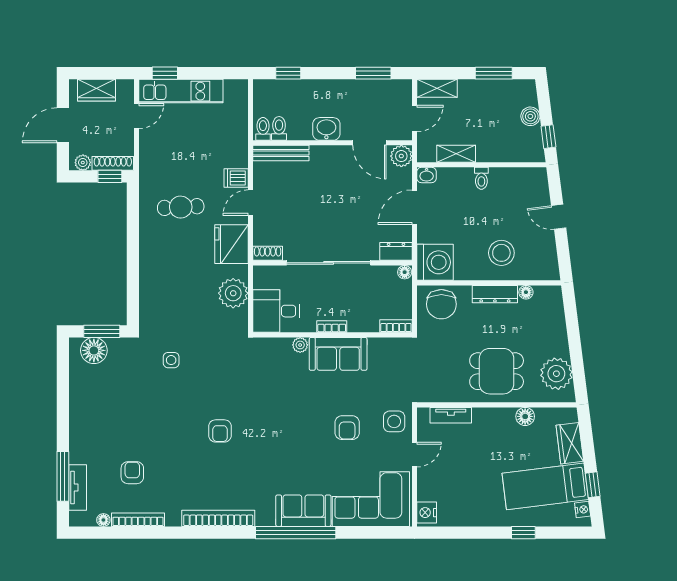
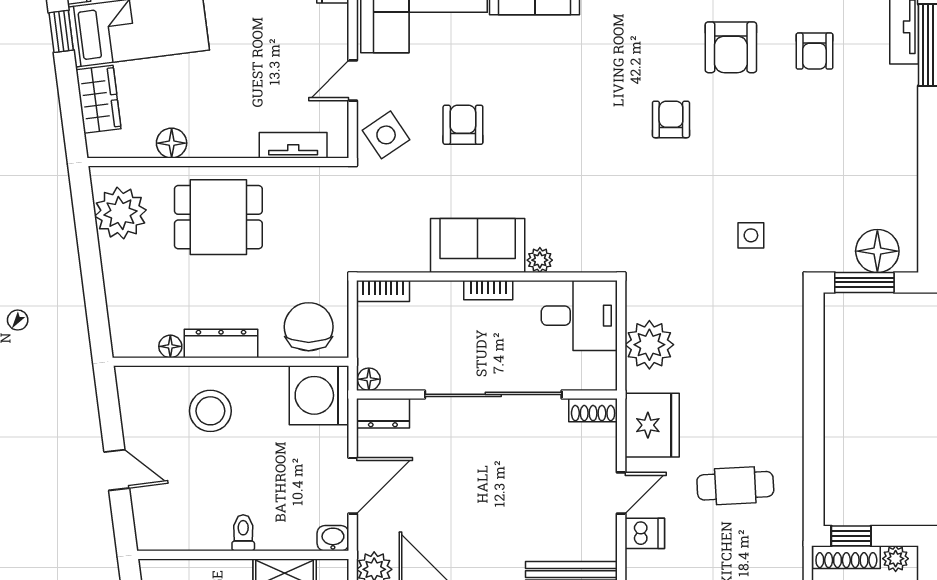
side table: (394, 421) -> (386, 135), turned -34
armchair: (183, 475) -> (731, 47), added

